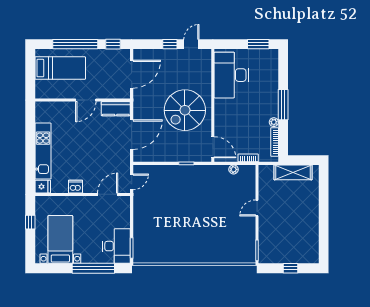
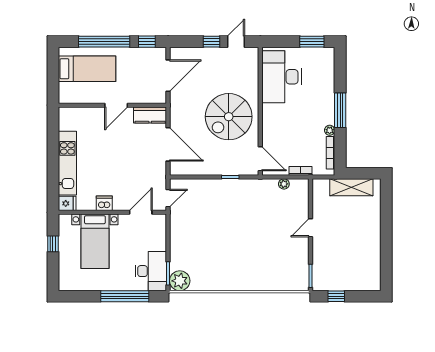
door: (132, 135) -> (168, 144), hinge flipped
bed with nightstands: (60, 239) -> (95, 241), moved, turned 180
plant: (142, 255) -> (180, 281), added
window: (290, 268) -> (336, 296), moved

